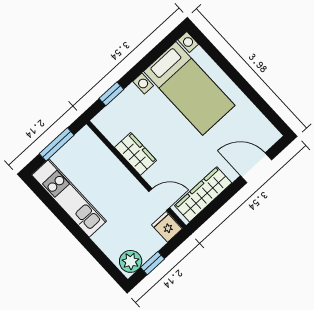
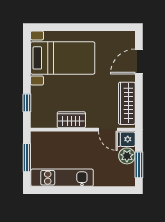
door: (159, 200) -> (108, 130), swing flipped
plant: (131, 261) -> (127, 156), moved
window: (153, 263) -> (139, 165), width x1.50

